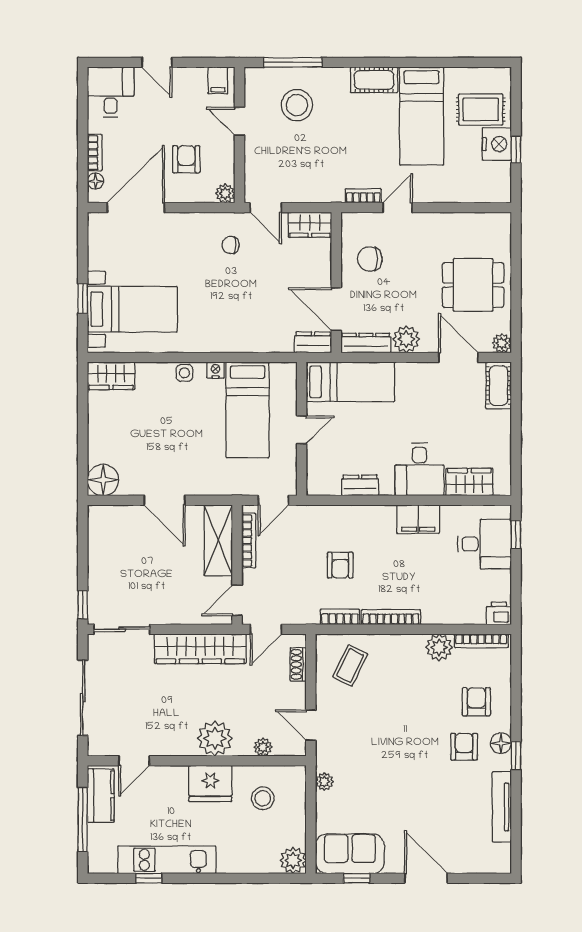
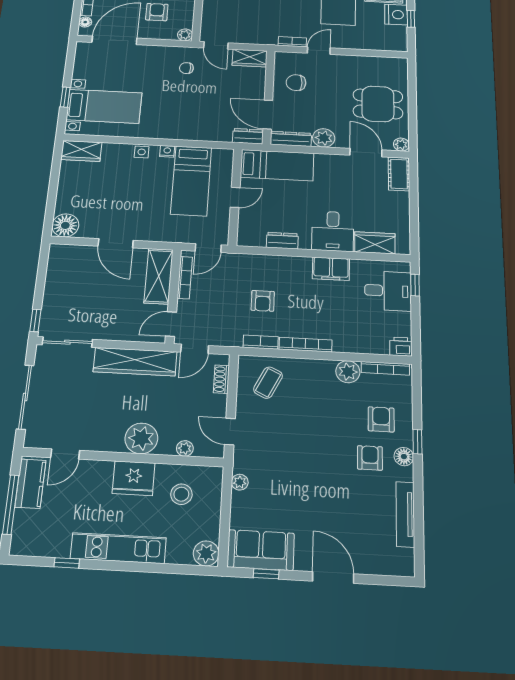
window: (516, 756) -> (417, 442), moved
kitchen unit: (167, 860) -> (118, 548), moved

